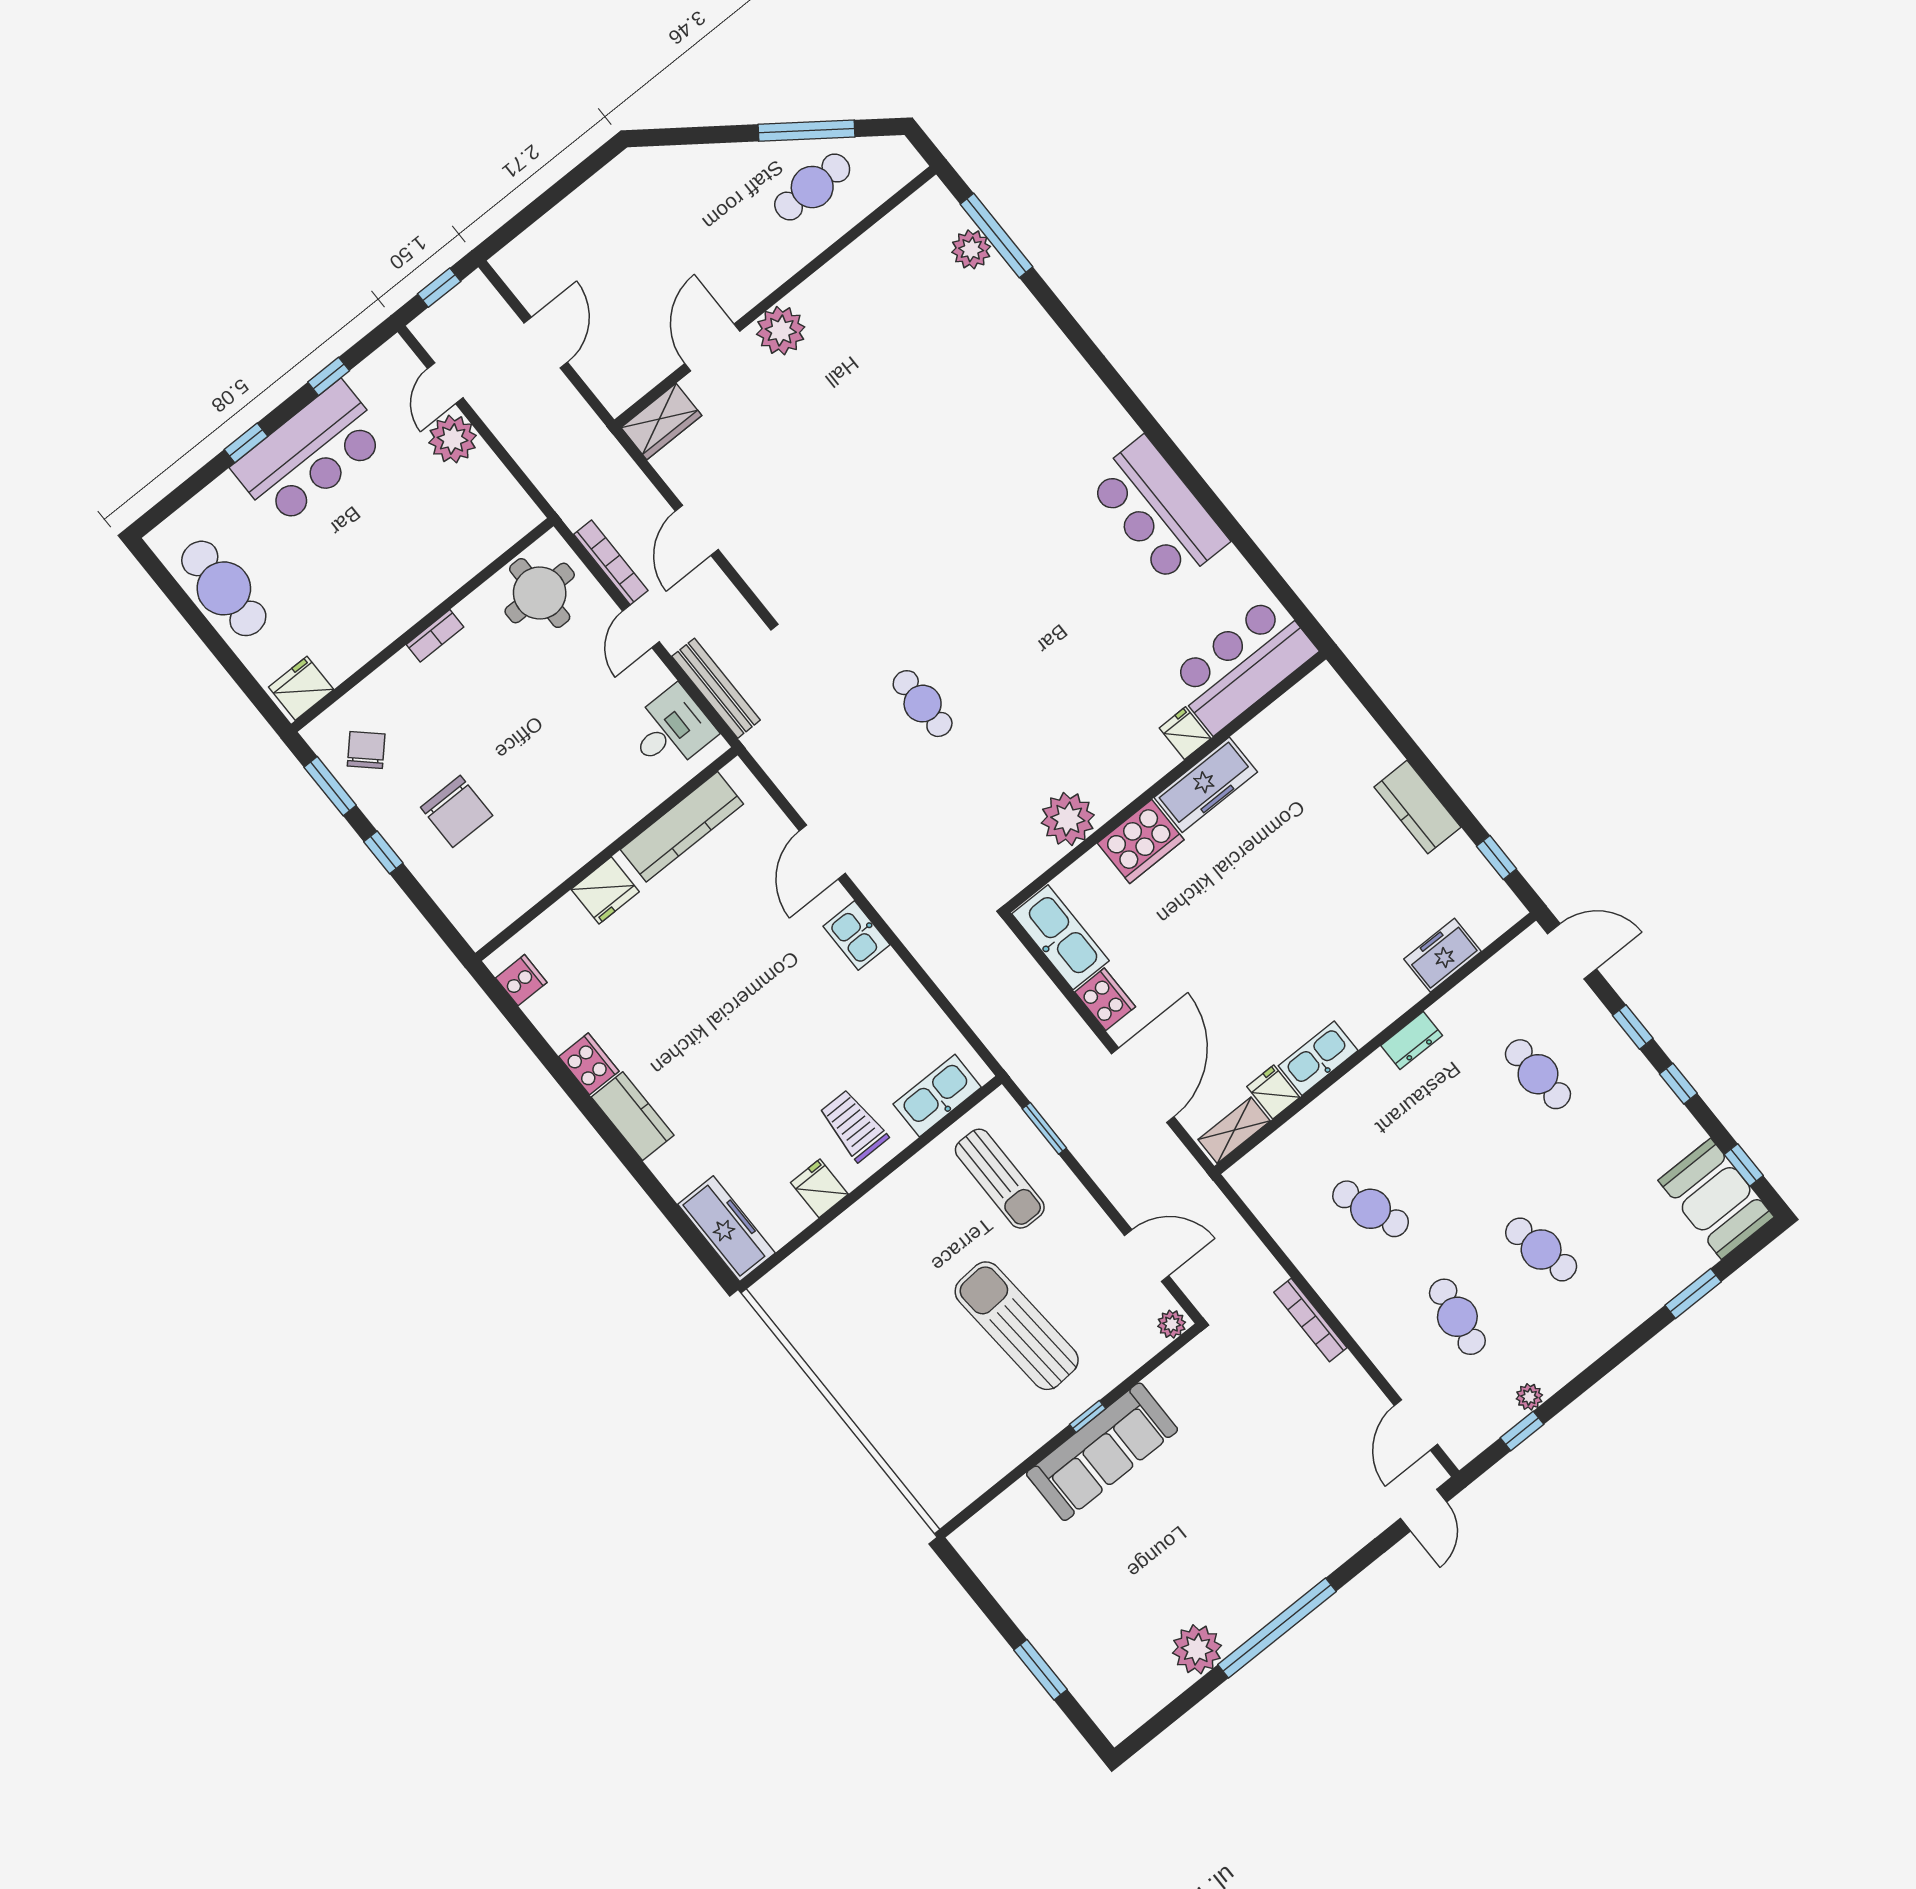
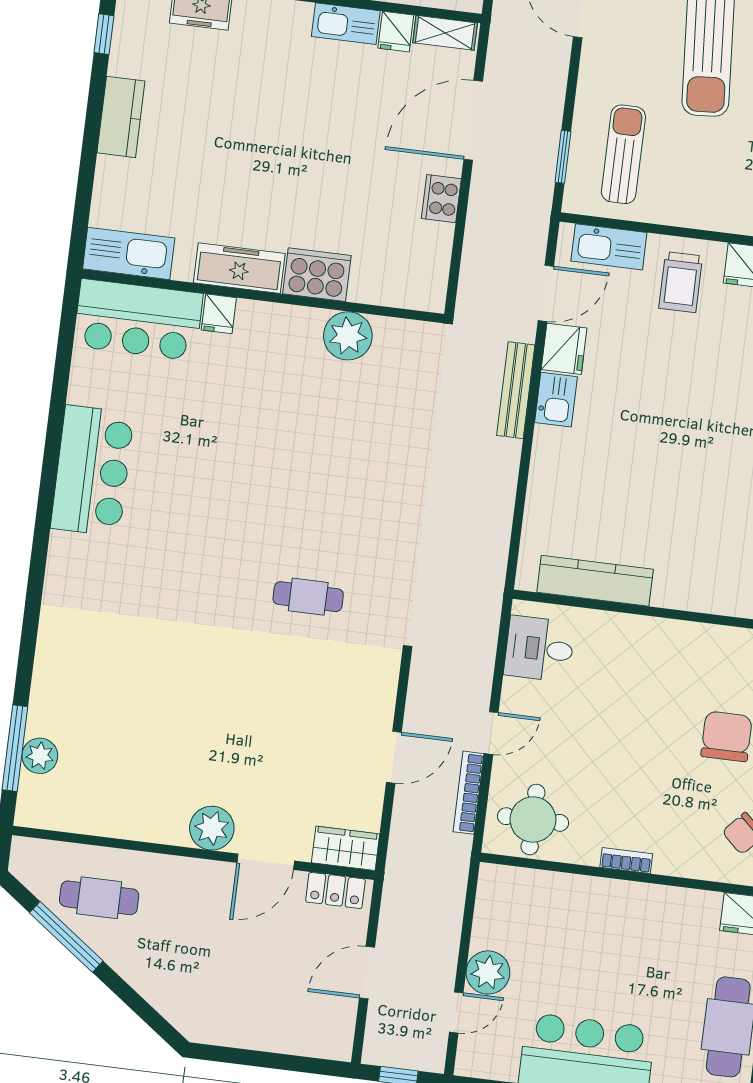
locker: (636, 381) -> (335, 890), added
bench: (716, 688) -> (516, 390), moved
cafe table: (923, 704) -> (308, 597), moved, turned 90
door: (822, 852) -> (546, 293), moved
fridge: (605, 890) -> (564, 349), moved, turned 90
kitchen sink: (1061, 937) -> (129, 253), moved, turned 90

